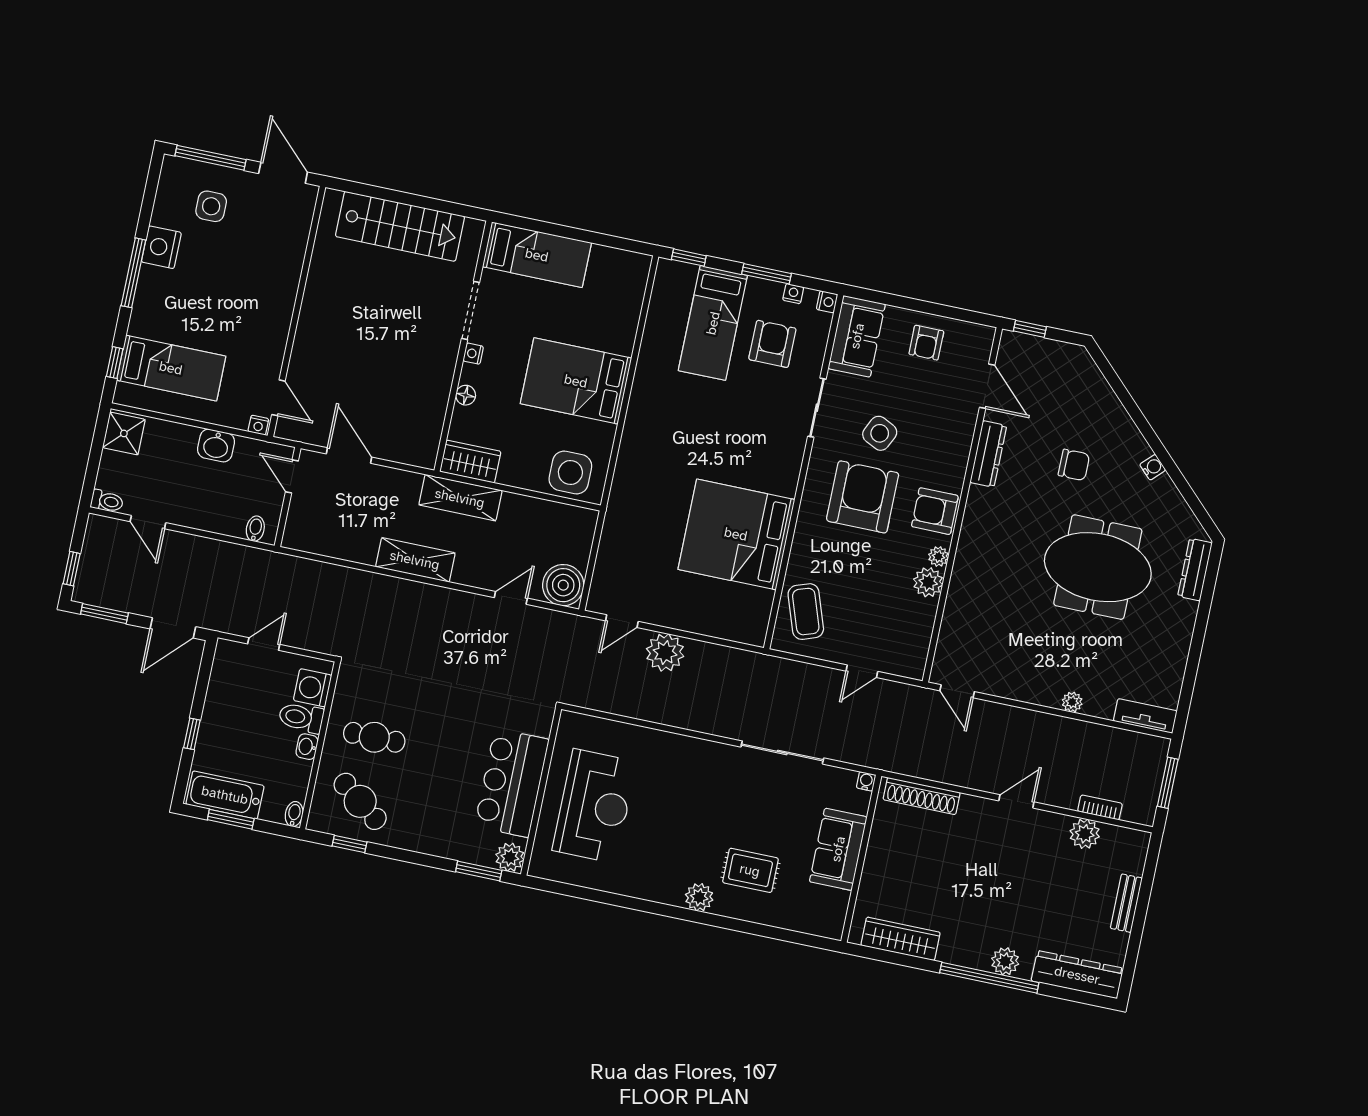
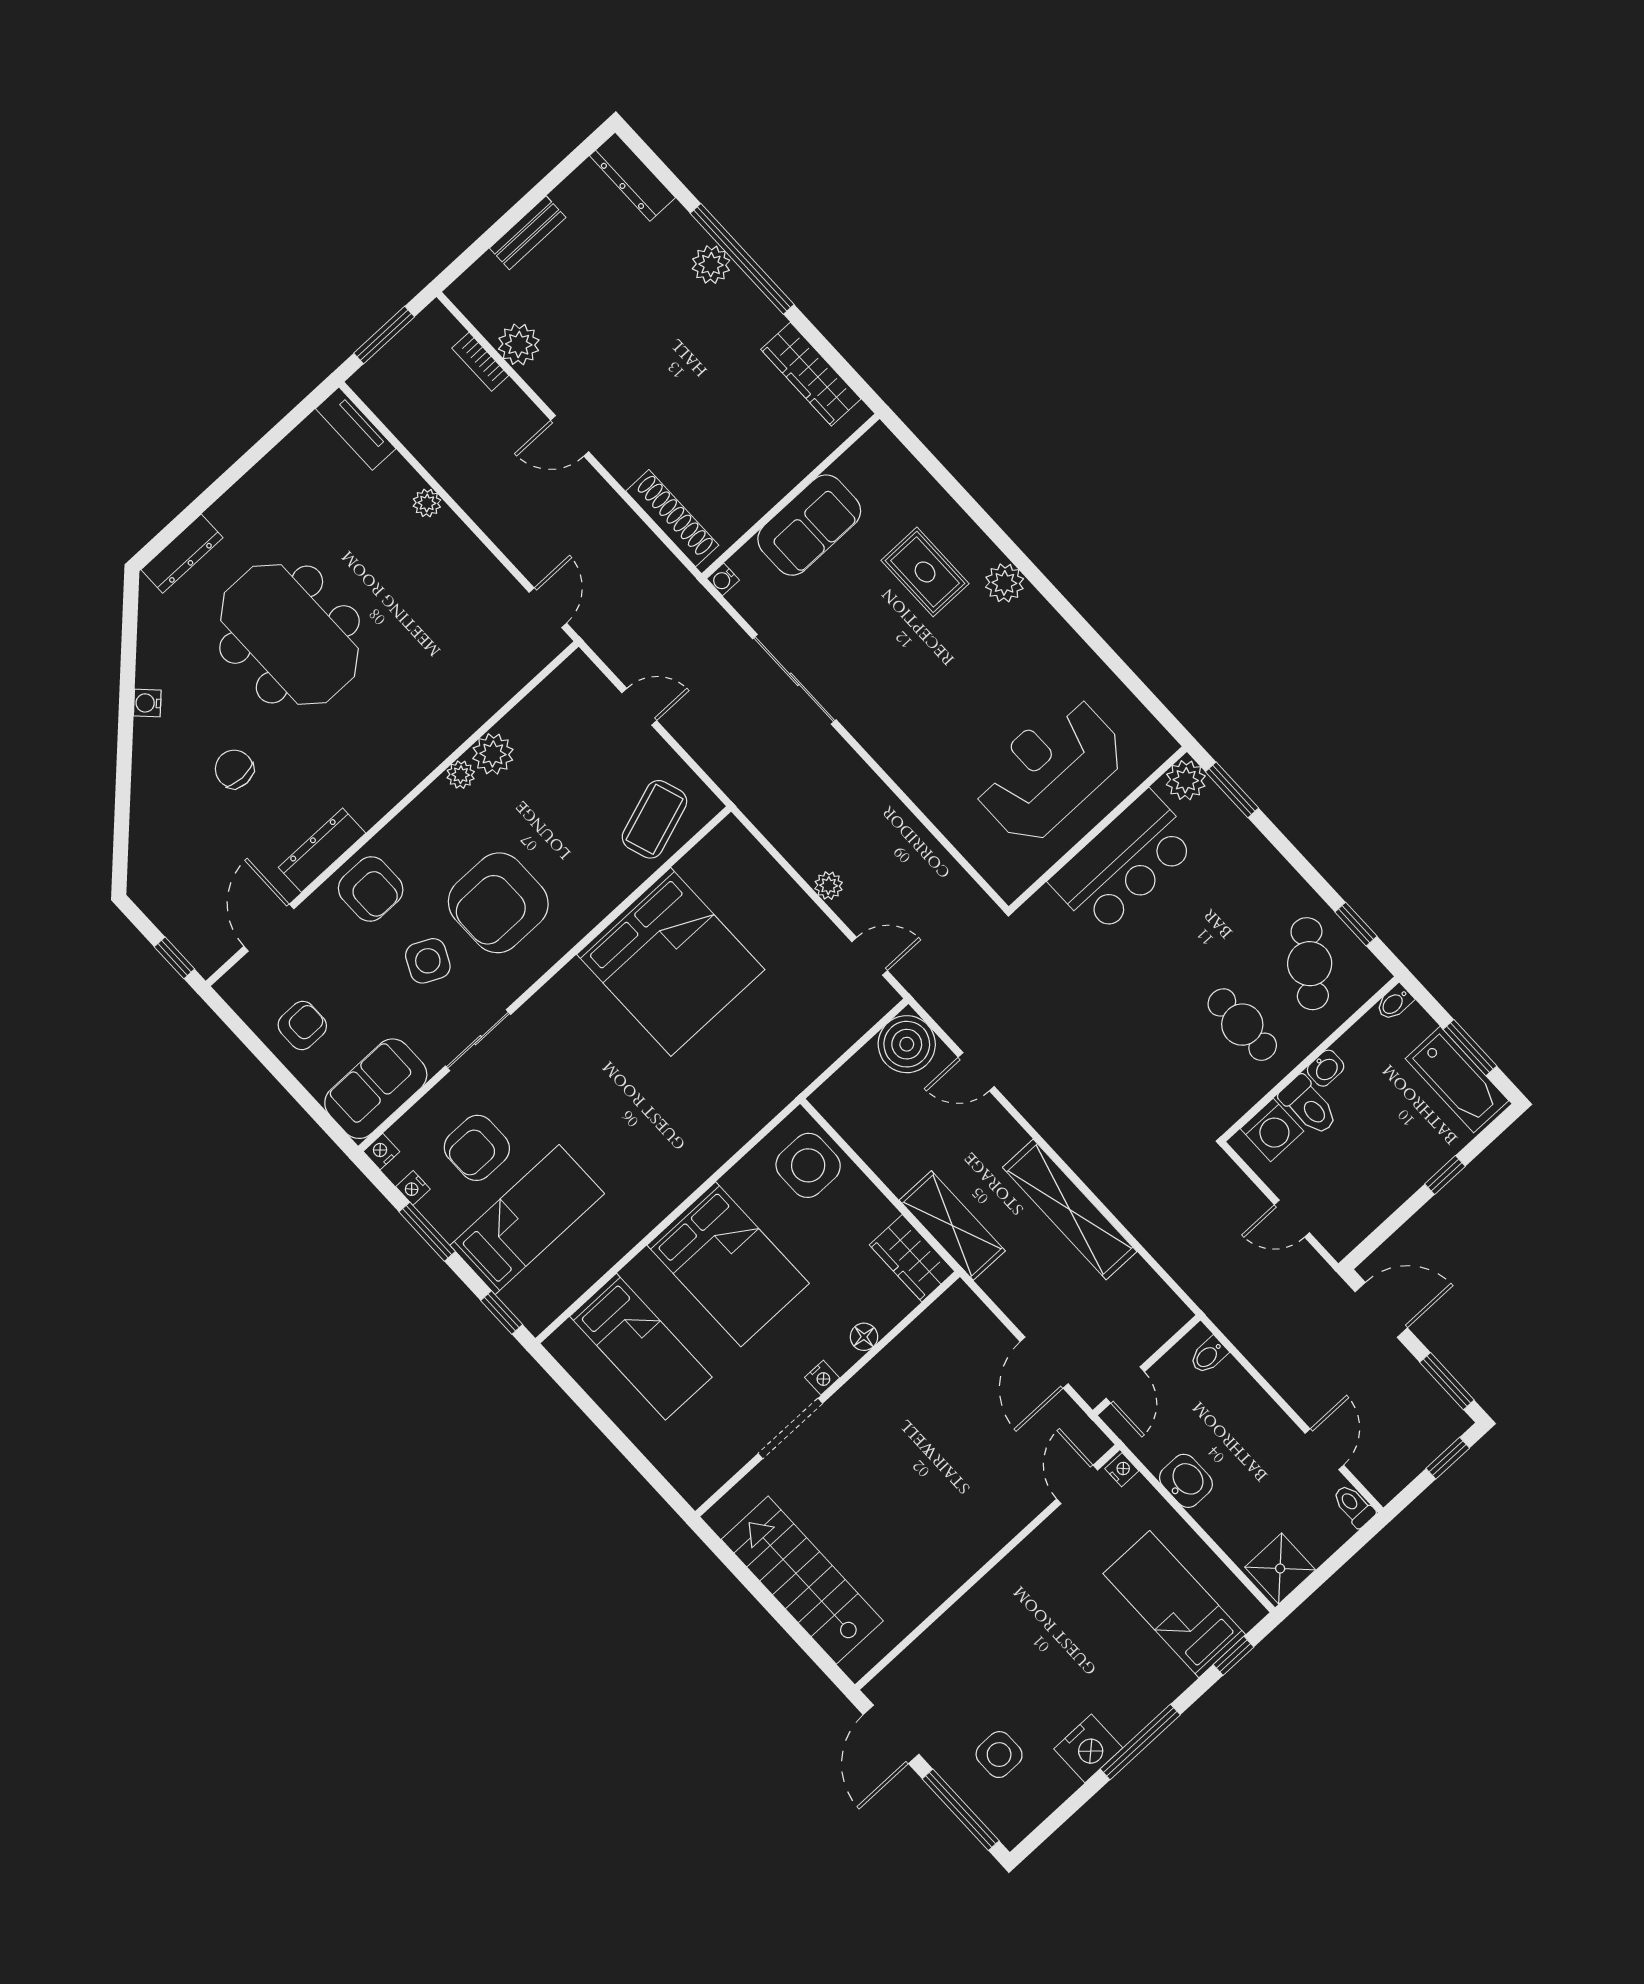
bed: (537, 255) -> (641, 1347), moved, turned 180
armchair: (935, 511) -> (371, 889), moved
shelving: (415, 560) -> (1070, 1209), width x1.47
plant: (665, 653) -> (829, 886), width x0.53, depth x0.53
dresser: (1077, 975) -> (632, 177), width x0.73, depth x0.80

